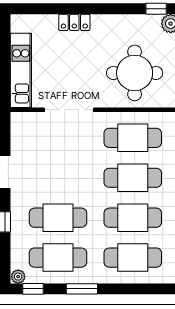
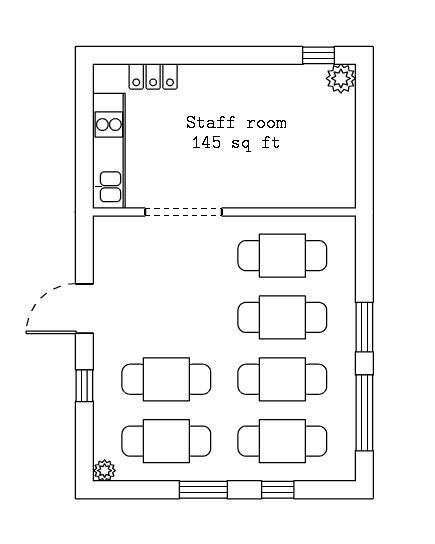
locker: (74, 22) -> (153, 76), moved
round table: (135, 73) -> (285, 155), removed
window: (33, 289) -> (278, 490), moved

